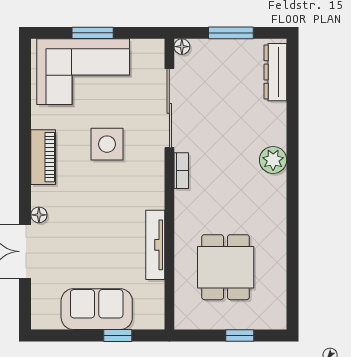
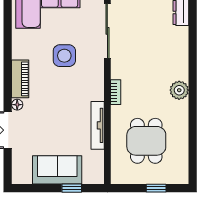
piano: (43, 157) -> (20, 79), moved
plant: (273, 160) -> (179, 90), moved
bookcase: (181, 171) -> (116, 92), moved

